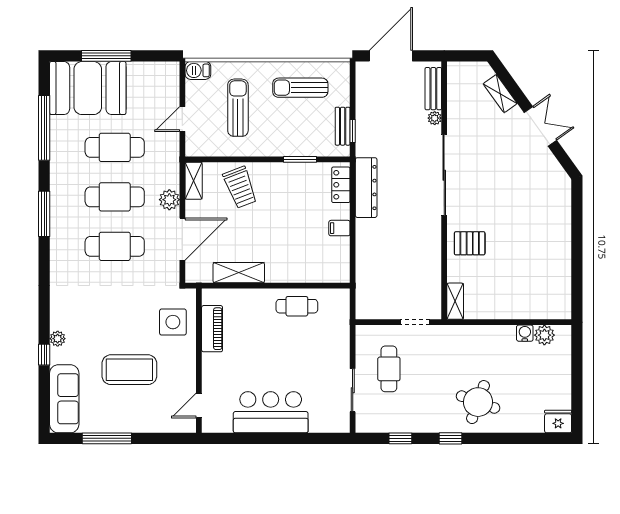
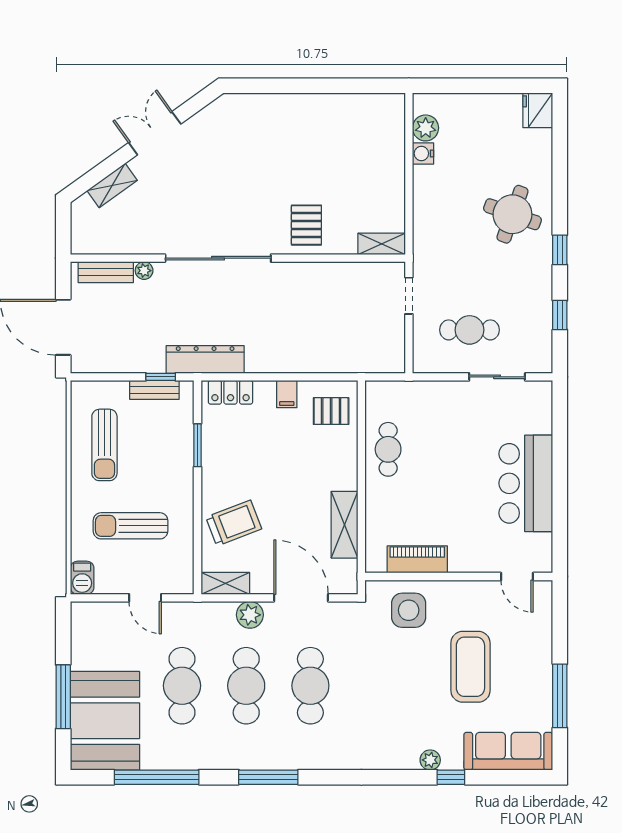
dresser: (366, 188) -> (205, 359), moved
pallet: (326, 262) -> (331, 411), added

